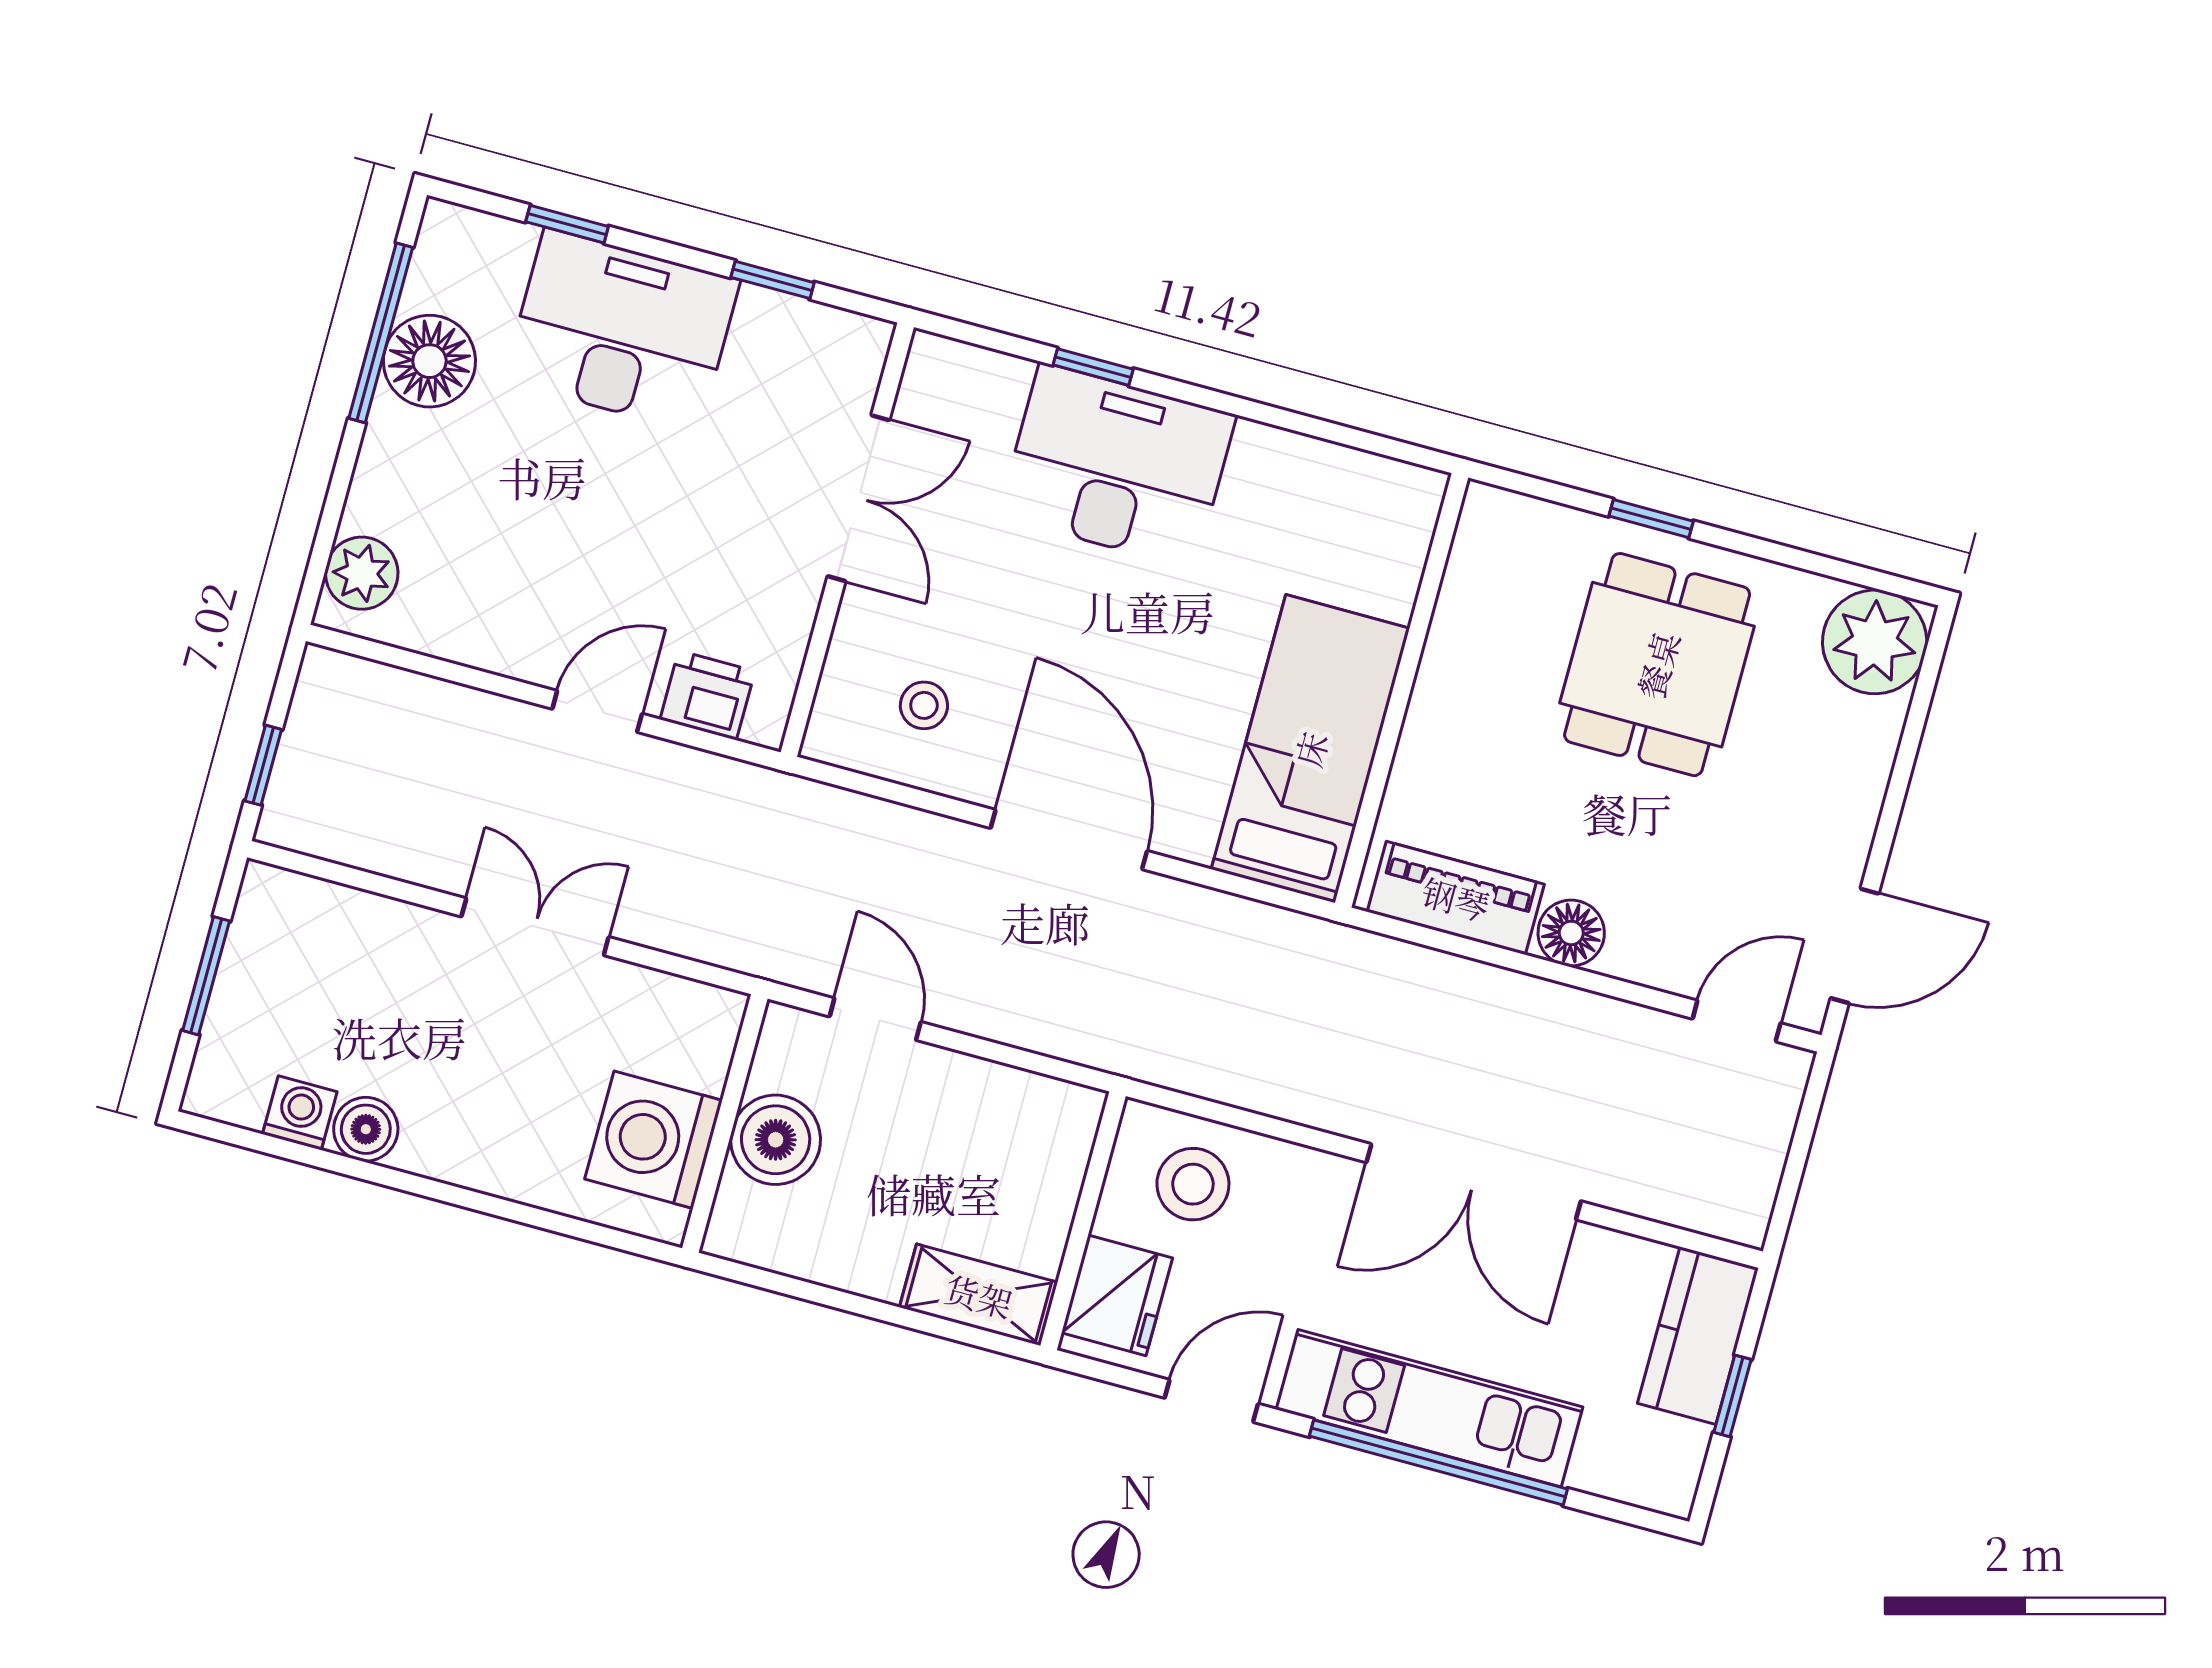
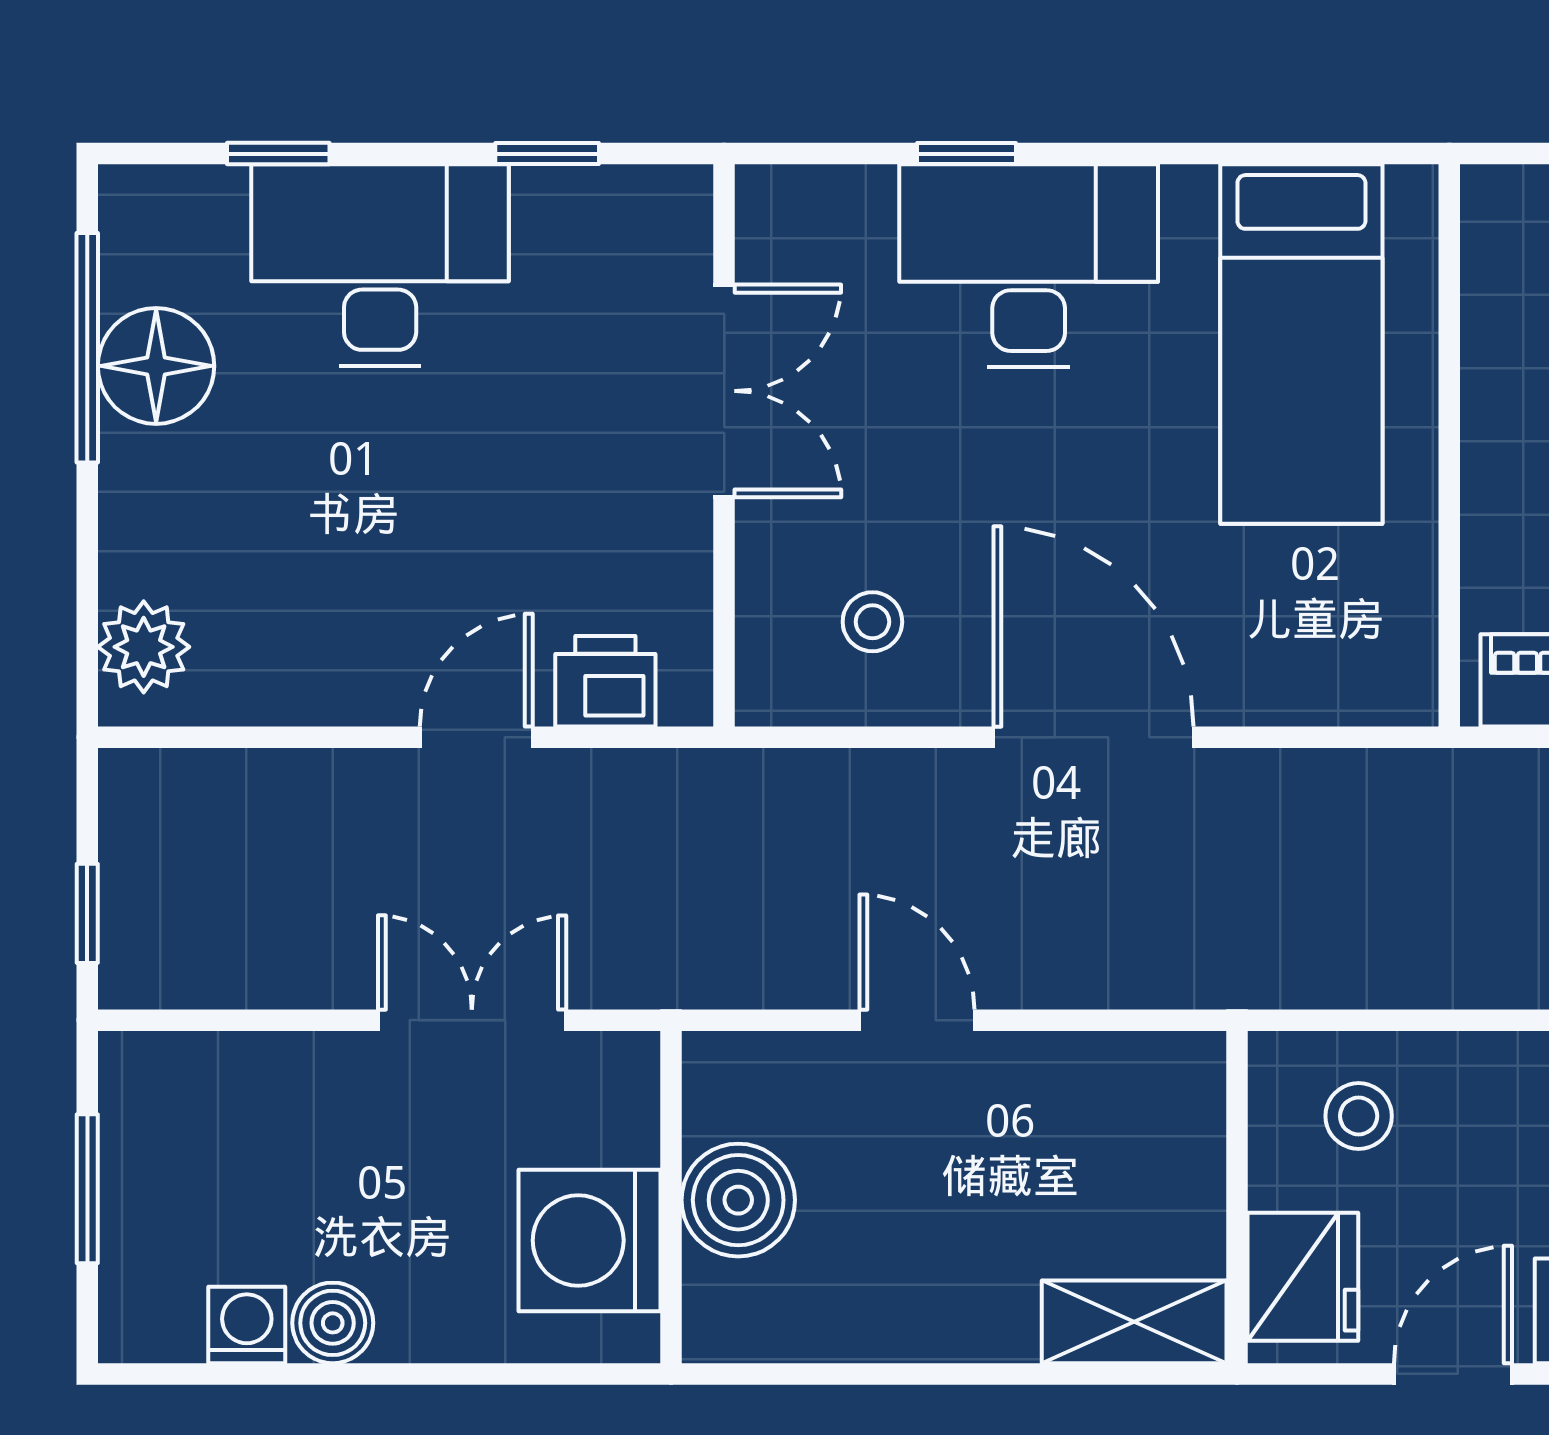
bed: (1310, 749) -> (1301, 344), moved, turned 180
wall: (725, 1123) -> (671, 1197), moved
washing machine: (654, 1140) -> (590, 1240), moved
boiler: (776, 1140) -> (738, 1200), moved
stool: (1193, 1184) -> (1359, 1116), width x0.73, depth x0.73

